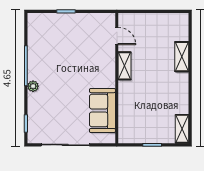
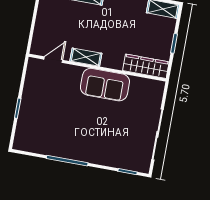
plant: (33, 86) -> (90, 157), removed
sofa: (102, 111) -> (105, 85), moved
wardrobe: (126, 123) -> (146, 66), added

